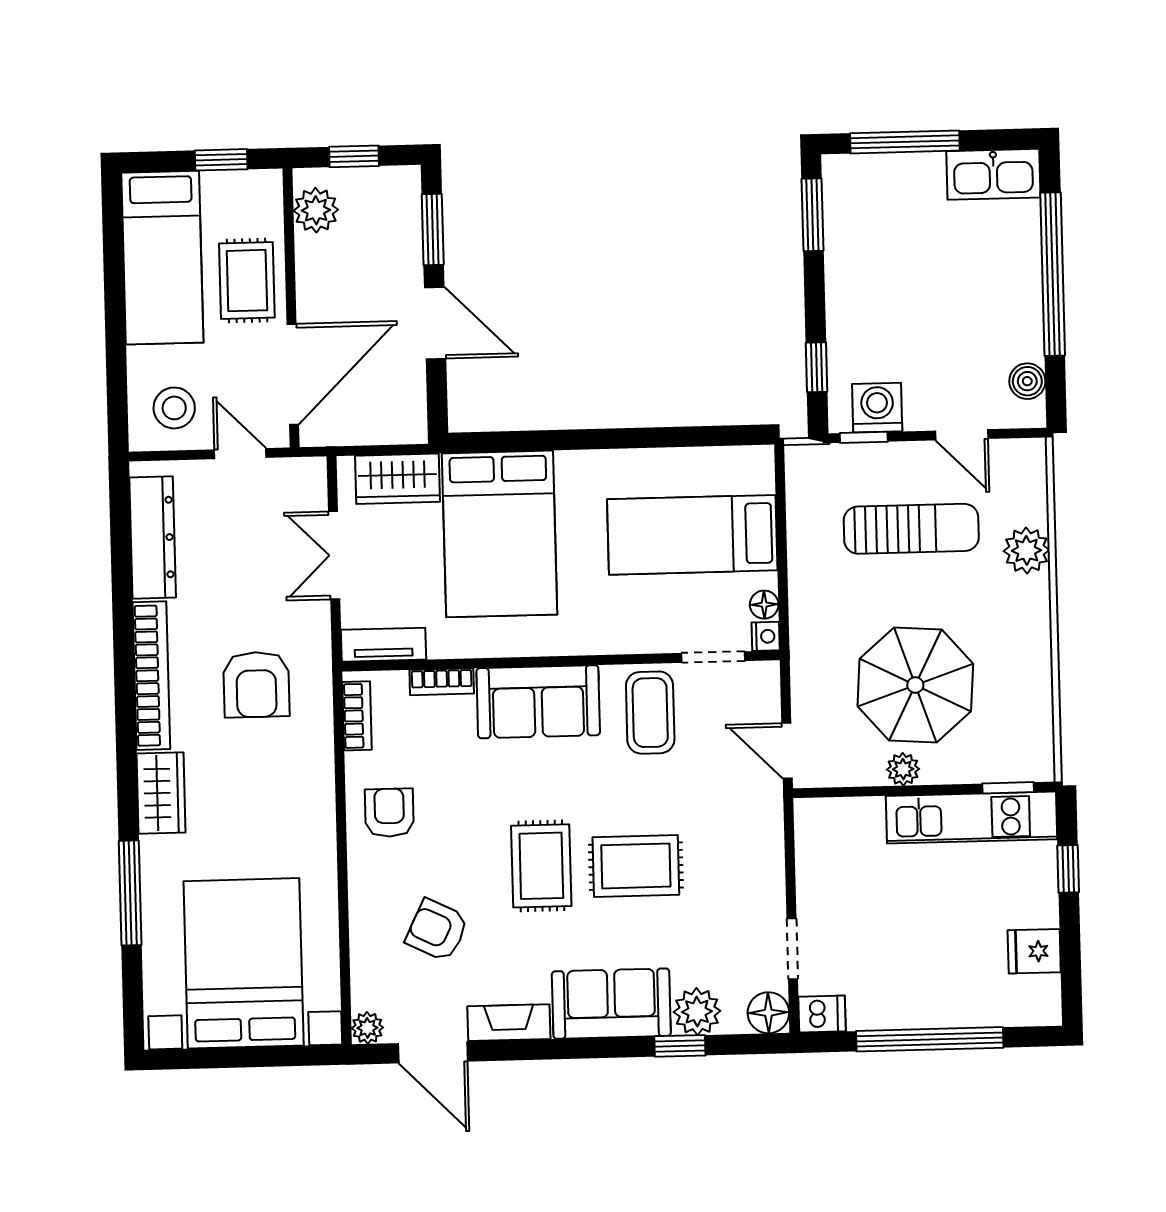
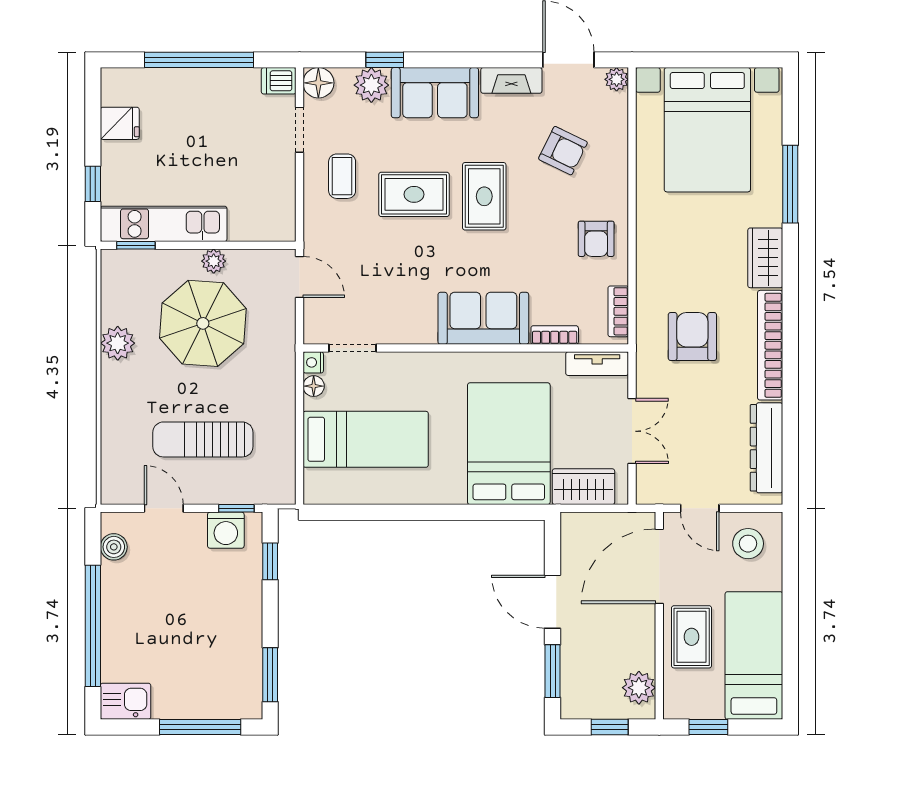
kitchen sink: (993, 174) -> (126, 701), width x0.73
plant: (1027, 550) -> (118, 343), moved
coffee table: (650, 713) -> (342, 176), moved, width x0.73, depth x0.77

